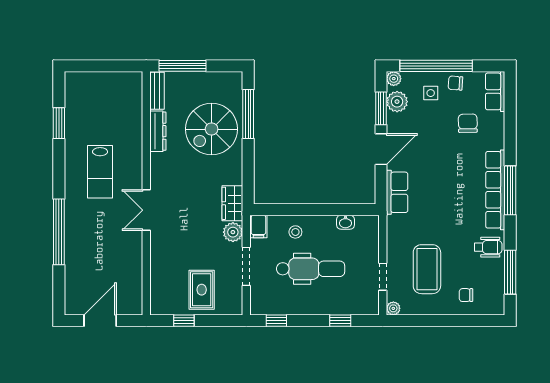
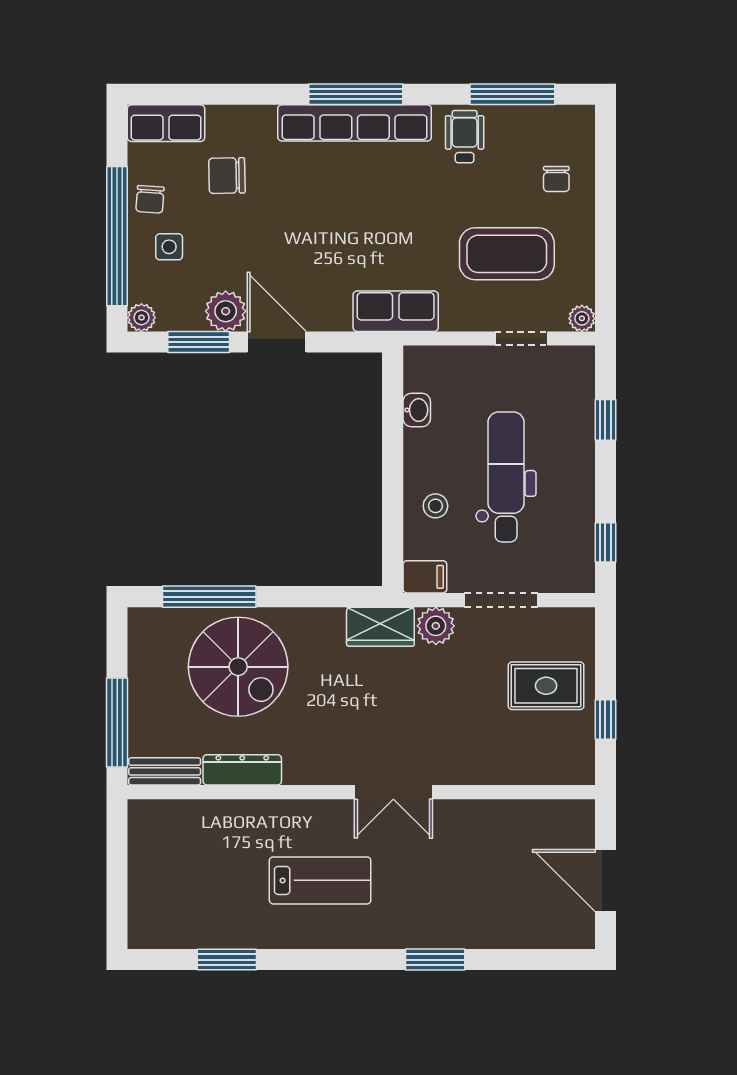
plant: (397, 102) -> (226, 311), moved
row of seats: (397, 192) -> (396, 311), moved
window: (59, 232) -> (435, 960), width x0.47

